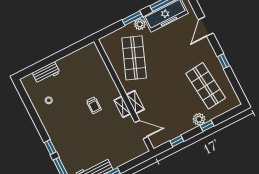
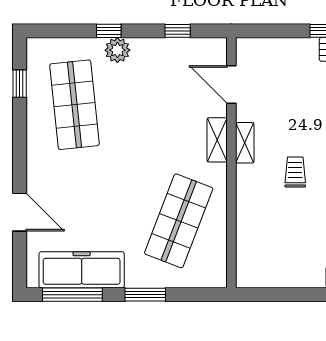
plant: (140, 24) -> (137, 277), removed
door: (206, 26) -> (20, 212), hinge flipped
window: (223, 61) -> (20, 84), moved

